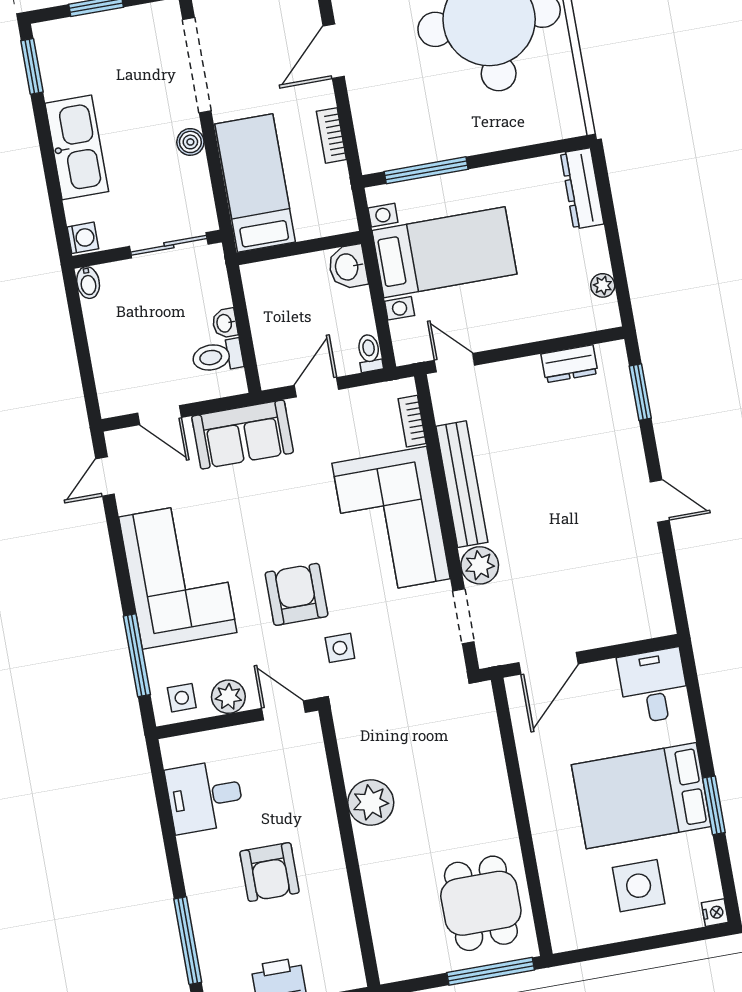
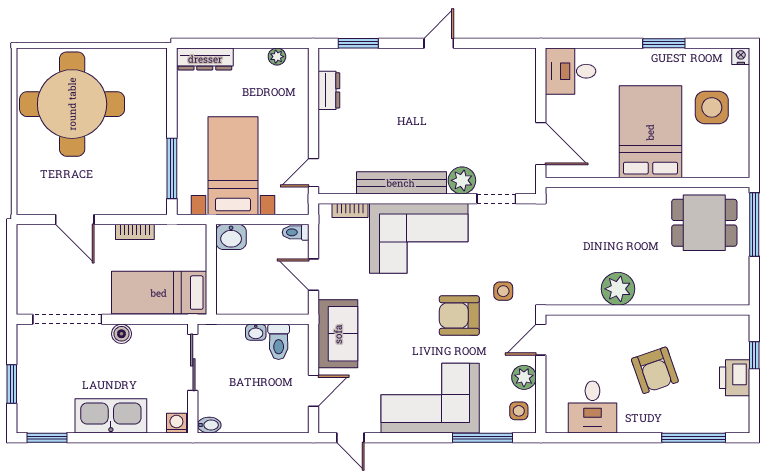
bed: (641, 796) -> (650, 132), moved, turned 180
armchair: (270, 872) -> (655, 370), turned 71

